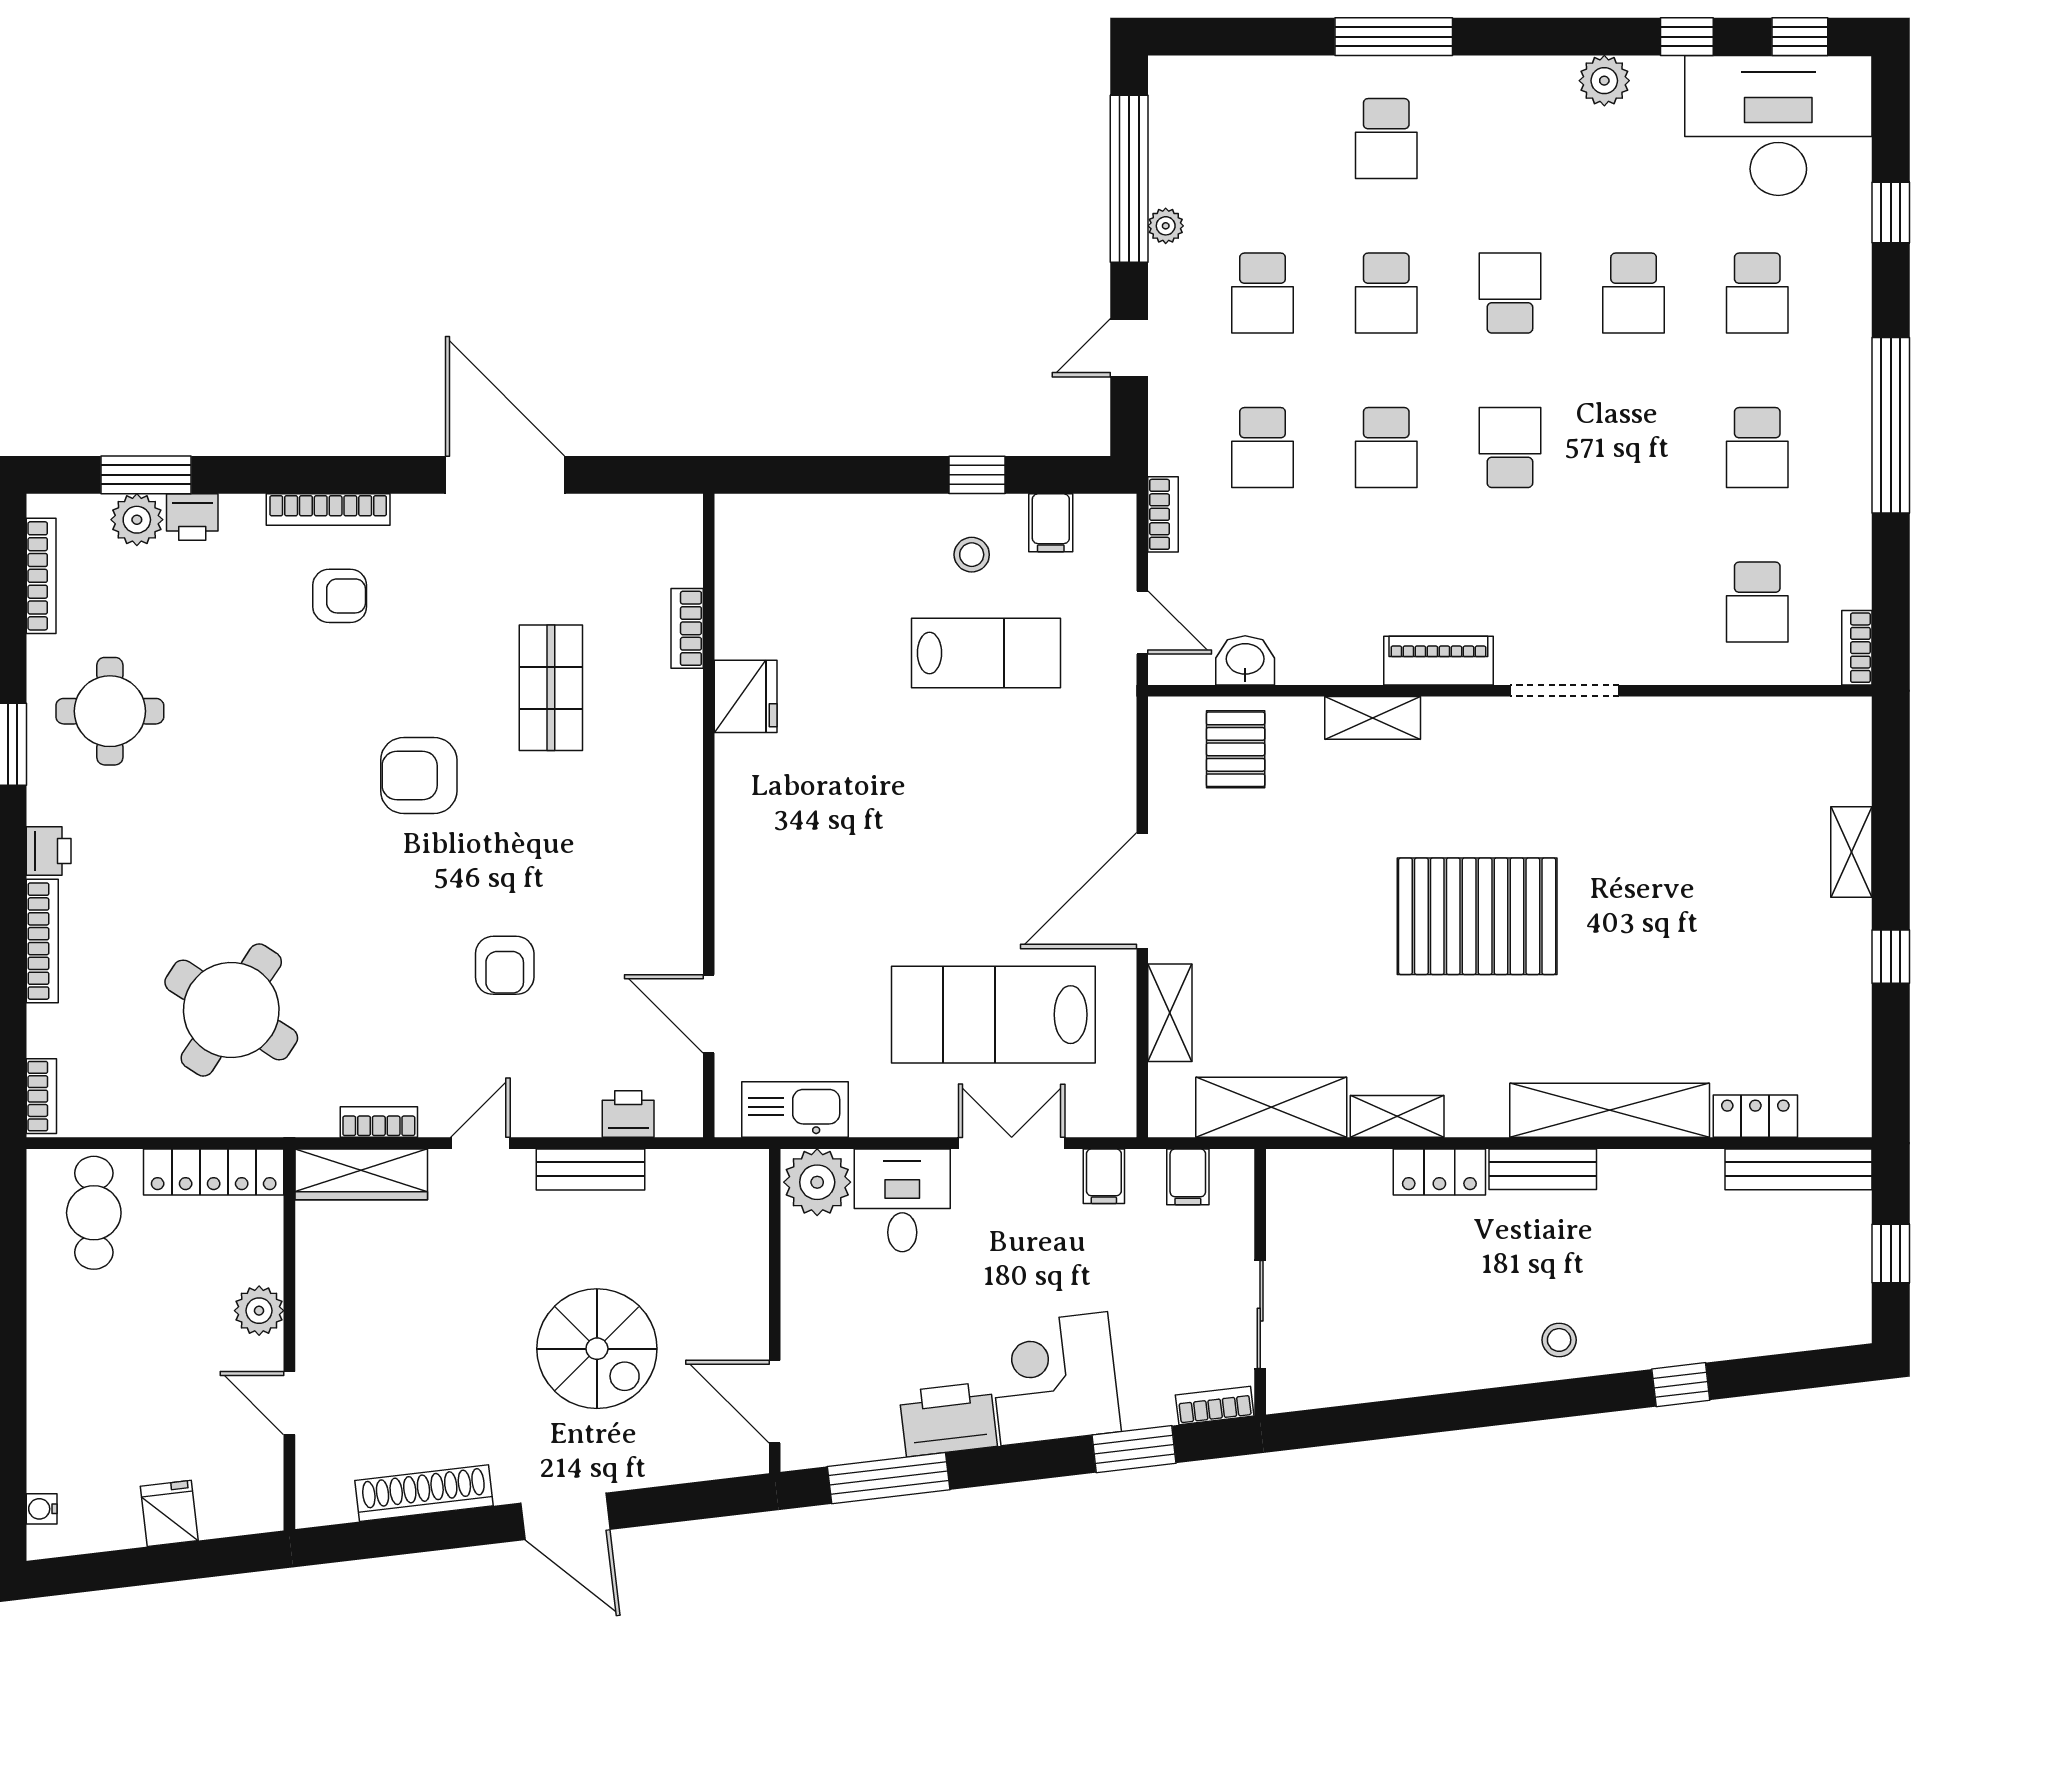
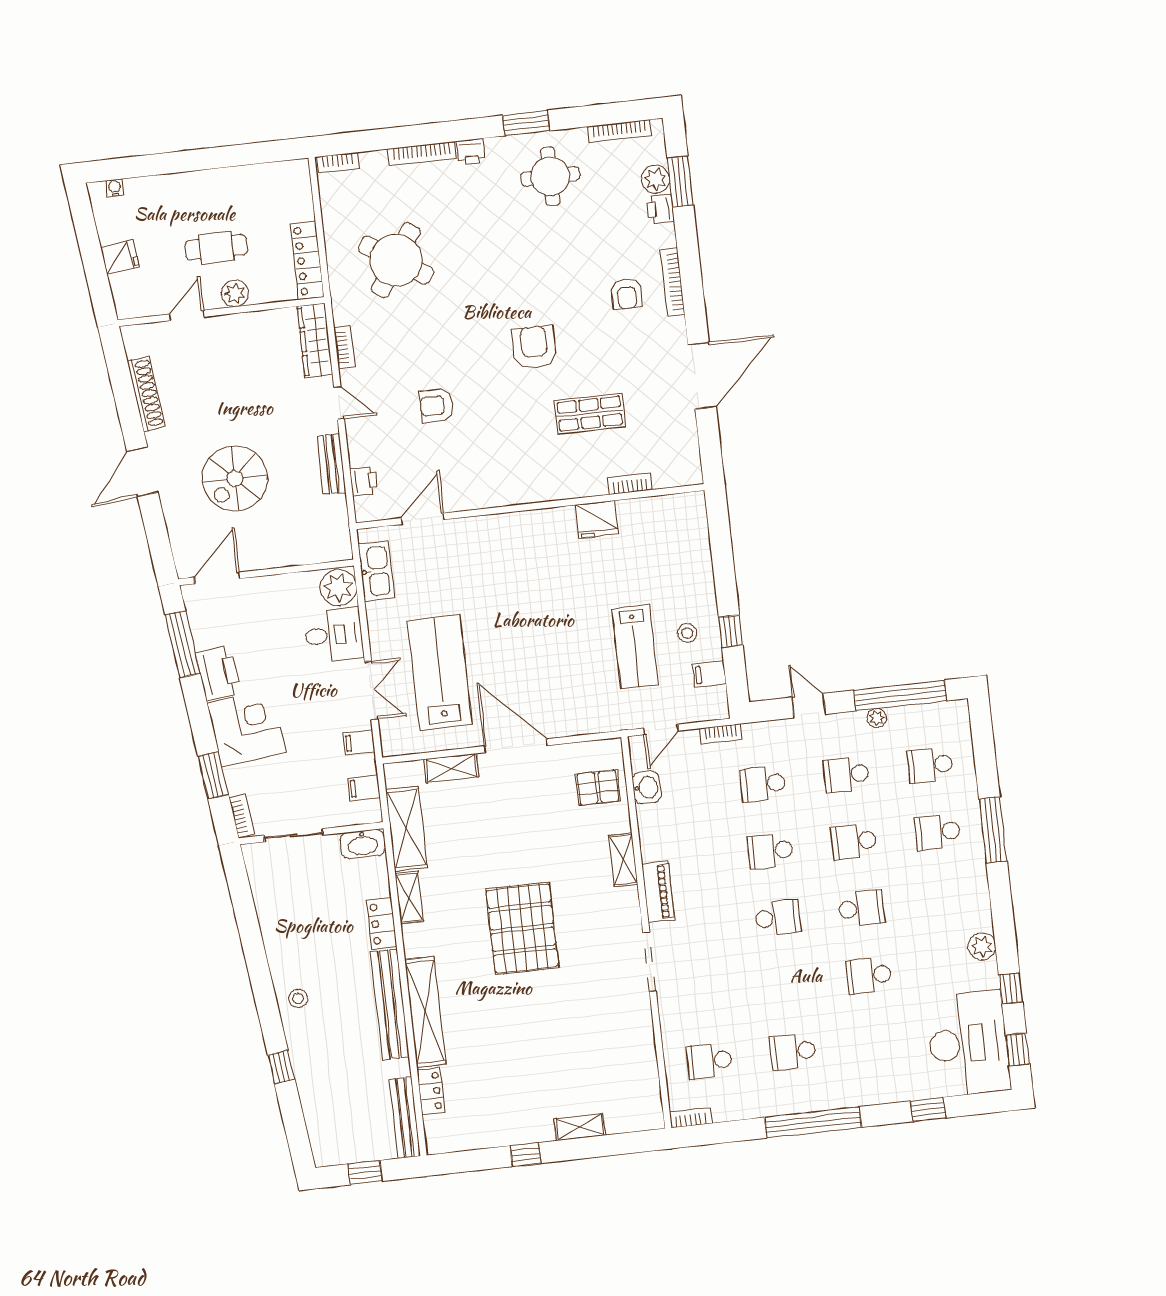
school desk: (1757, 293) -> (930, 765), moved
bench: (1543, 1169) -> (390, 1005), width x1.86, depth x1.21
washbasin: (1290, 1191) -> (363, 844), added
cafe table: (94, 1213) -> (216, 248), moved

